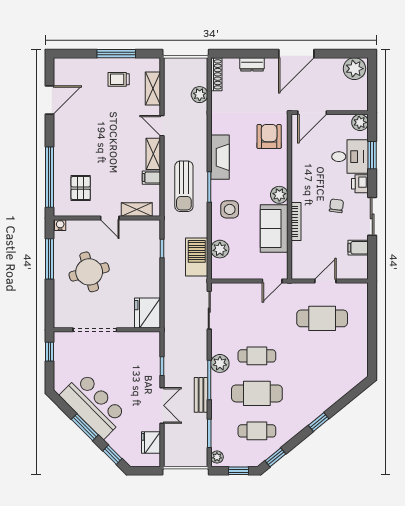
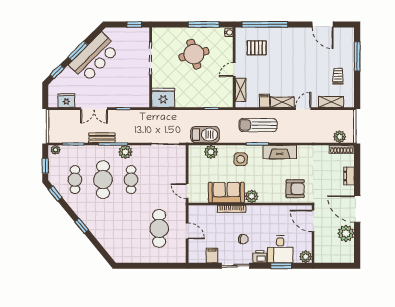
window: (116, 54) -> (357, 56), moved
plant: (354, 69) -> (346, 233), moved
plant: (200, 95) -> (340, 137), moved

